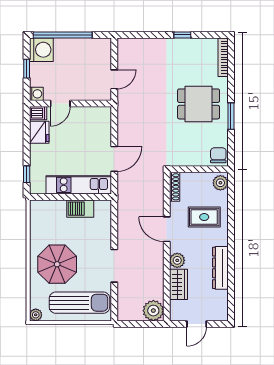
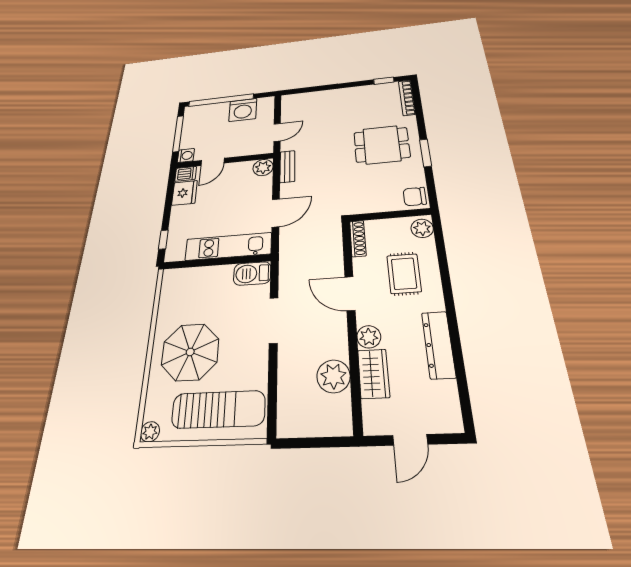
window: (182, 35) -> (384, 81), moved
washing machine: (41, 50) -> (243, 110), moved, turned 90
window: (27, 69) -> (178, 134), width x2.17
plant: (103, 115) -> (263, 168), added
bench: (123, 116) -> (287, 167), added
chair: (218, 155) -> (415, 197), turned -90
barbecue: (80, 209) -> (252, 273), moved
rug: (204, 217) -> (404, 274), turned 90
doorway: (114, 266) -> (274, 320), moved
plant: (153, 311) -> (333, 376), moved

